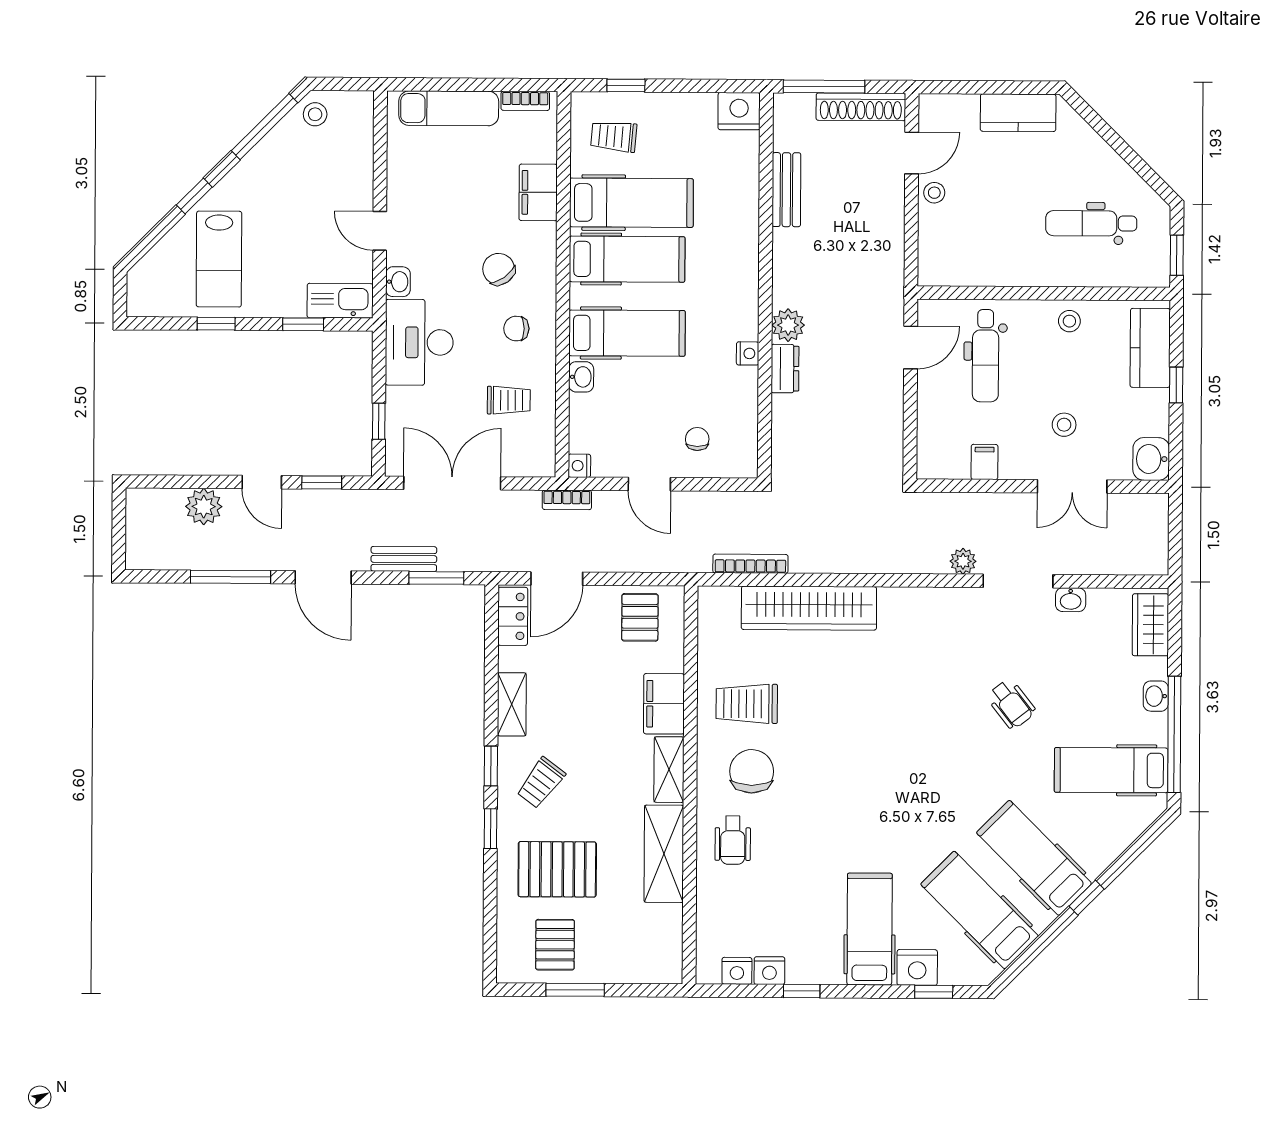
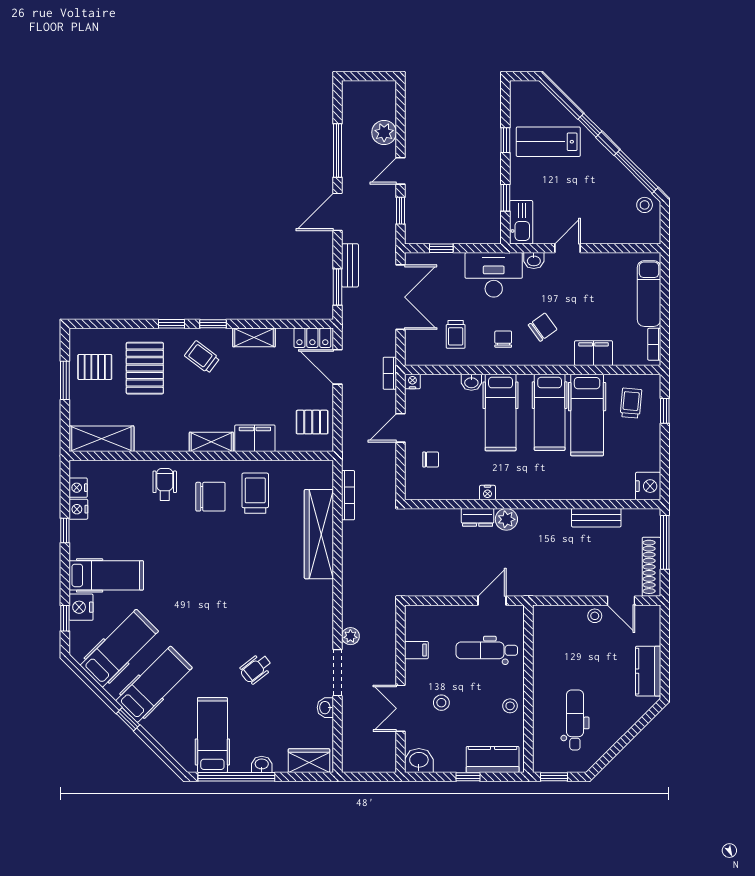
door: (911, 347) -> (492, 601), swing flipped
wheelchair: (733, 840) -> (165, 484), turned 90
shelving: (664, 854) -> (101, 439), moved

